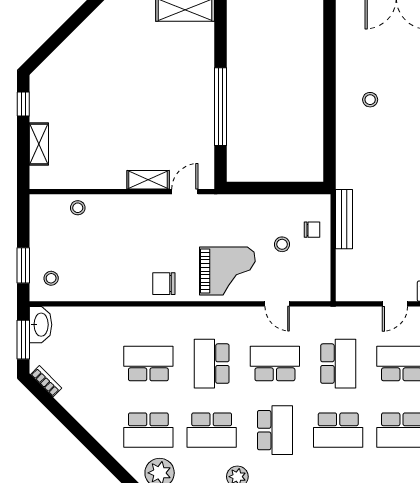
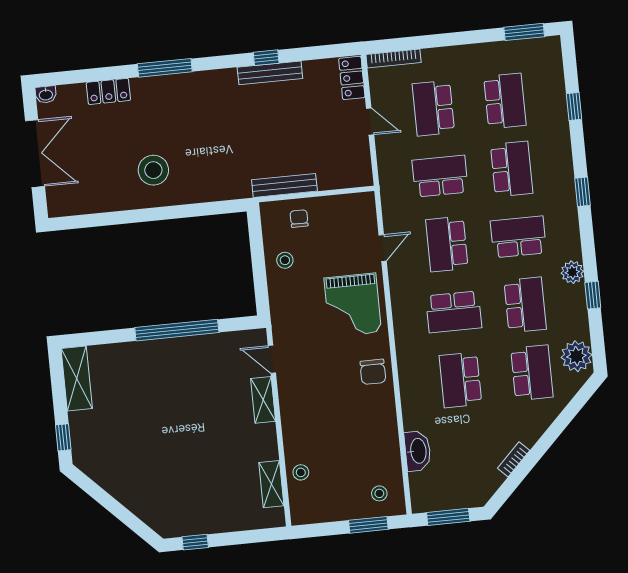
stool: (370, 100) -> (153, 170), width x1.89, depth x1.89
shelving: (39, 144) -> (271, 484), moved, turned 90
stool: (282, 244) -> (285, 260), moved
grand piano: (227, 271) -> (353, 305), turned 180
washbasin: (40, 325) -> (418, 451), moved, turned 90
bookcase: (46, 381) -> (514, 459), moved

